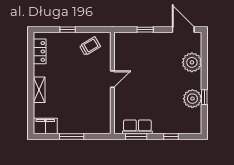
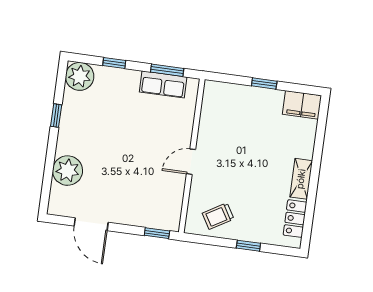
window: (145, 30) -> (157, 233), moved
door: (183, 30) -> (91, 224), moved
shelving: (39, 90) -> (301, 179), moved
plant: (192, 99) -> (80, 76), moved
window: (72, 137) -> (264, 84), width x0.67

